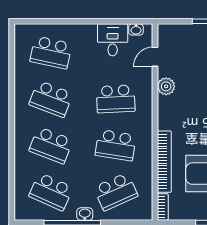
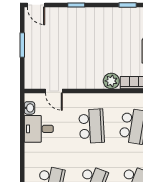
plant: (166, 86) -> (111, 81), moved

